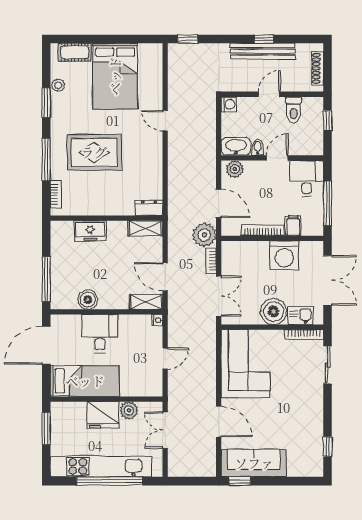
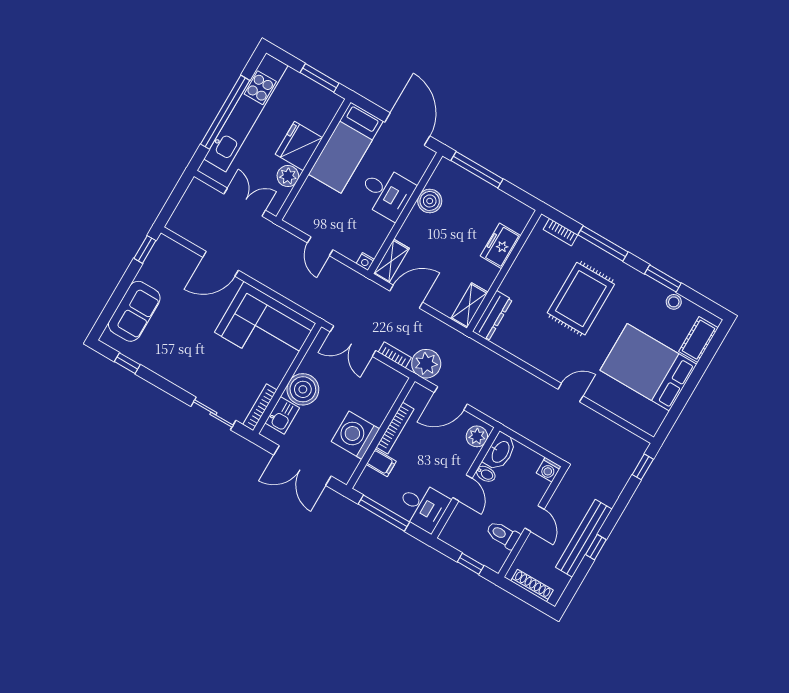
dresser: (149, 208) -> (492, 316), width x1.44
sofa: (254, 463) -> (134, 311), moved, width x0.73

